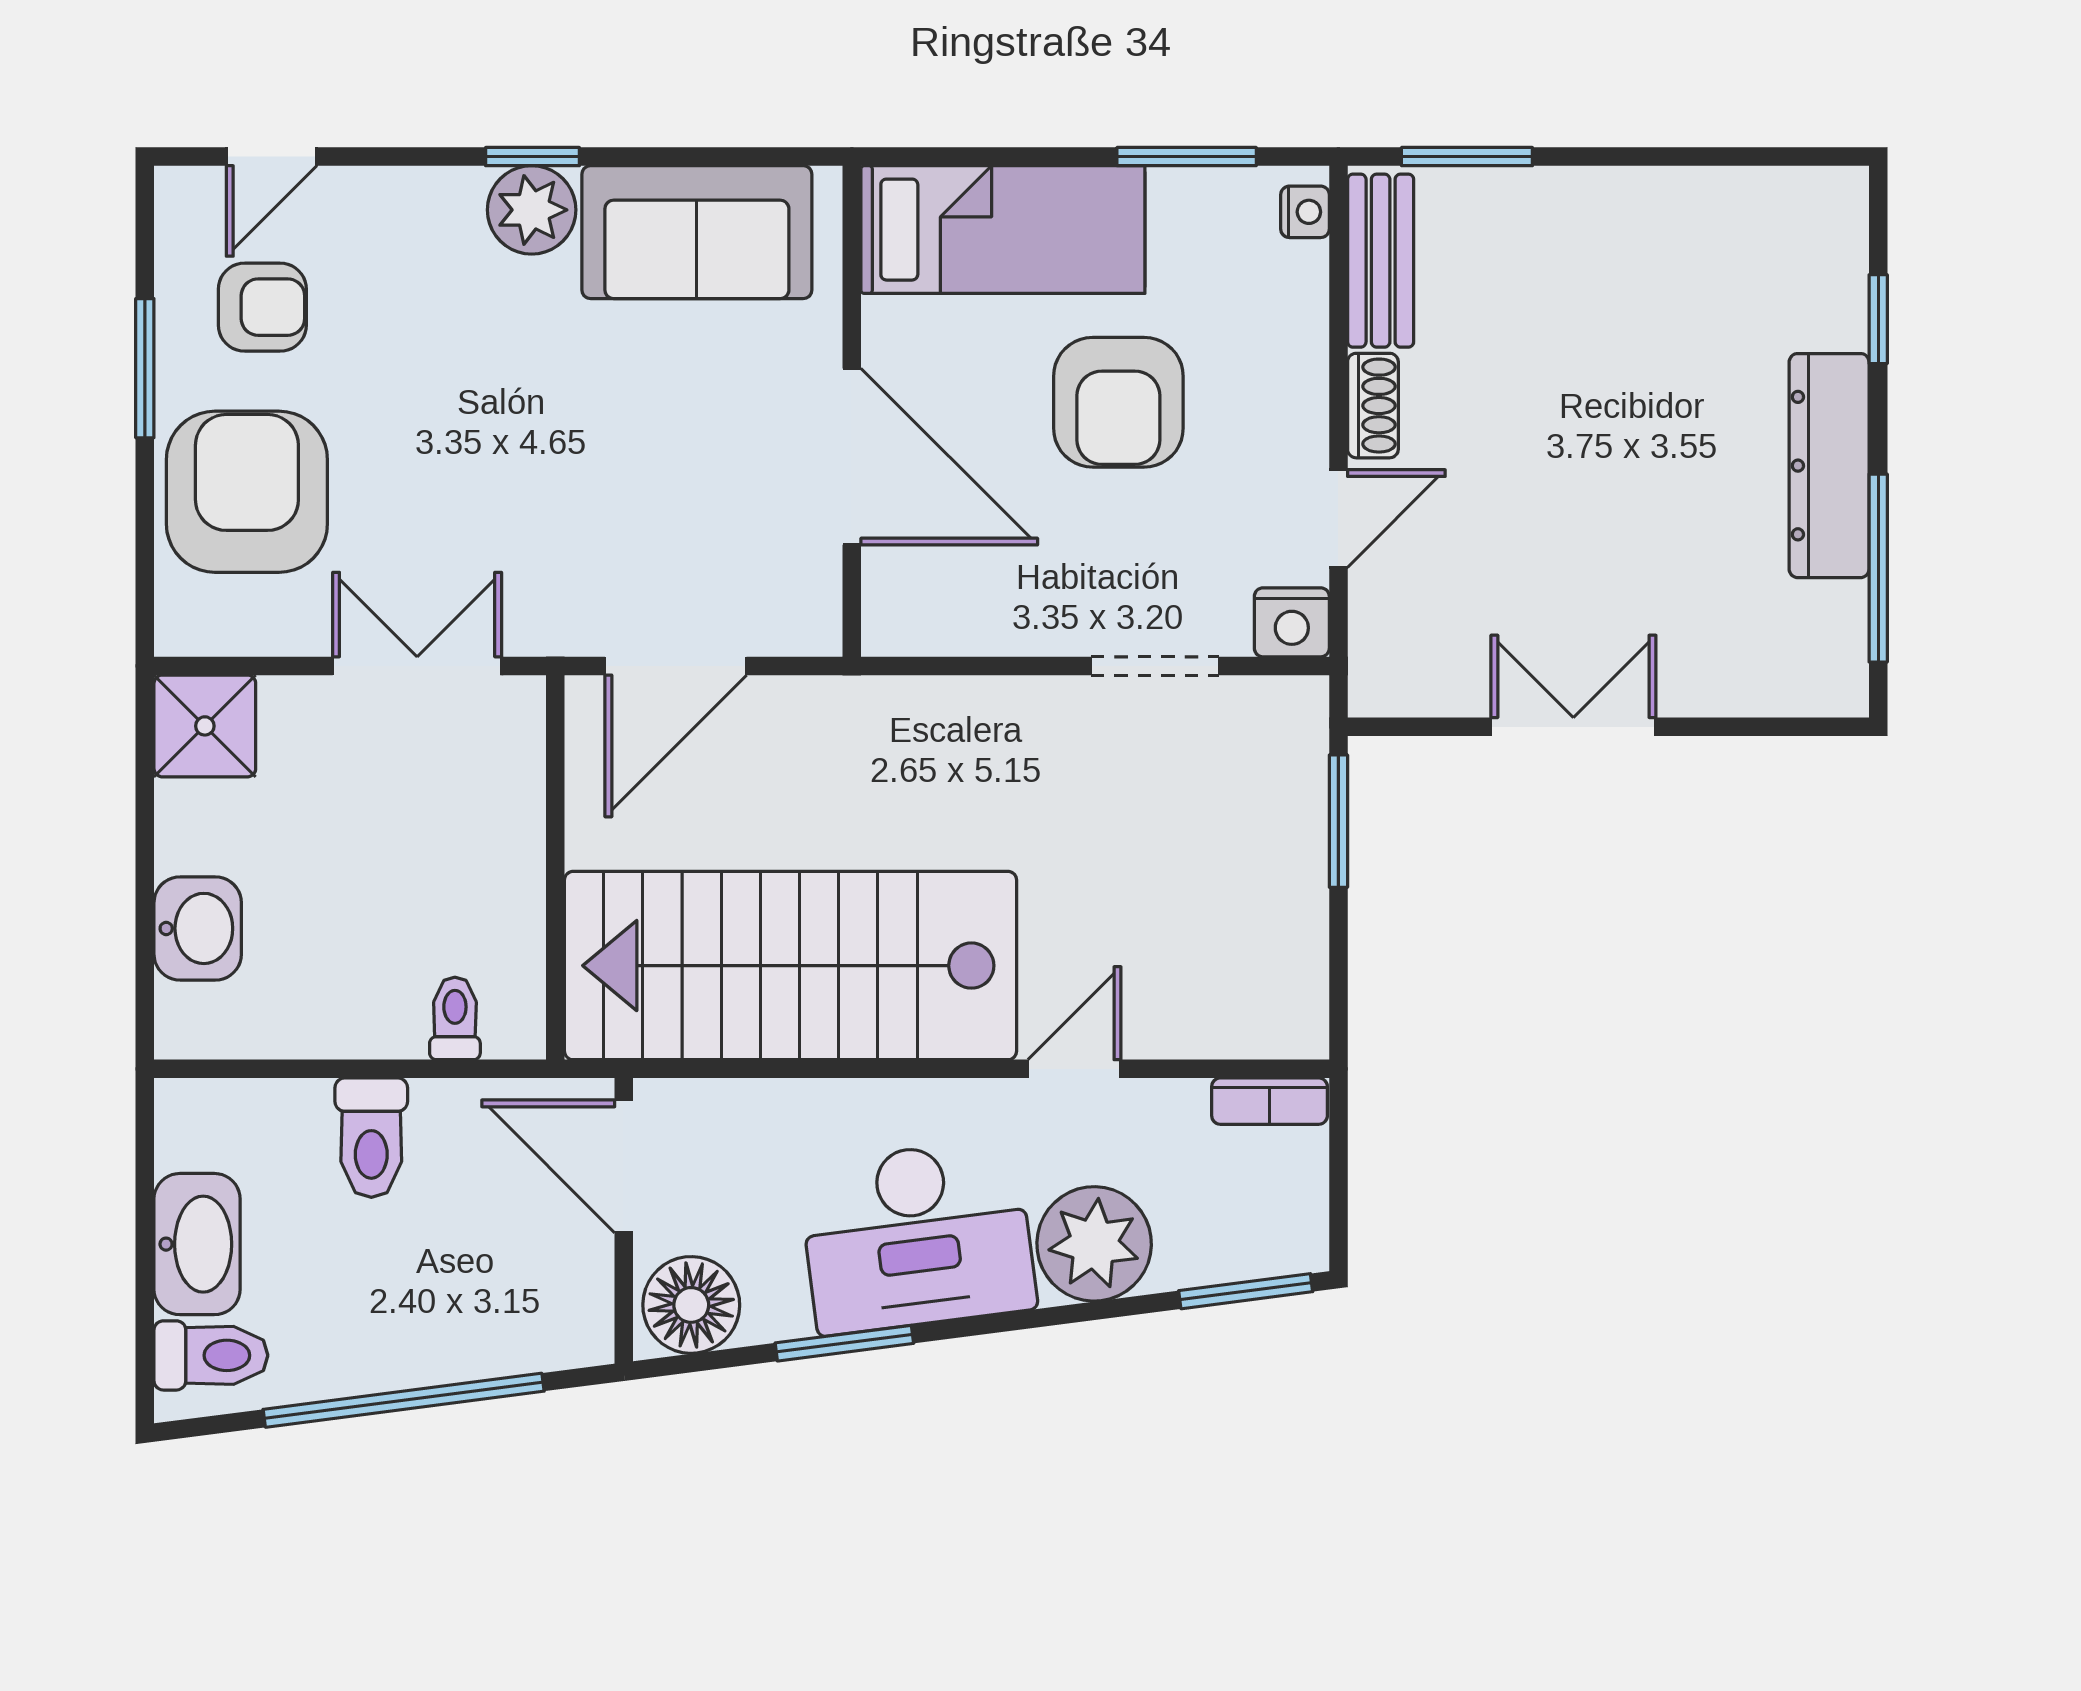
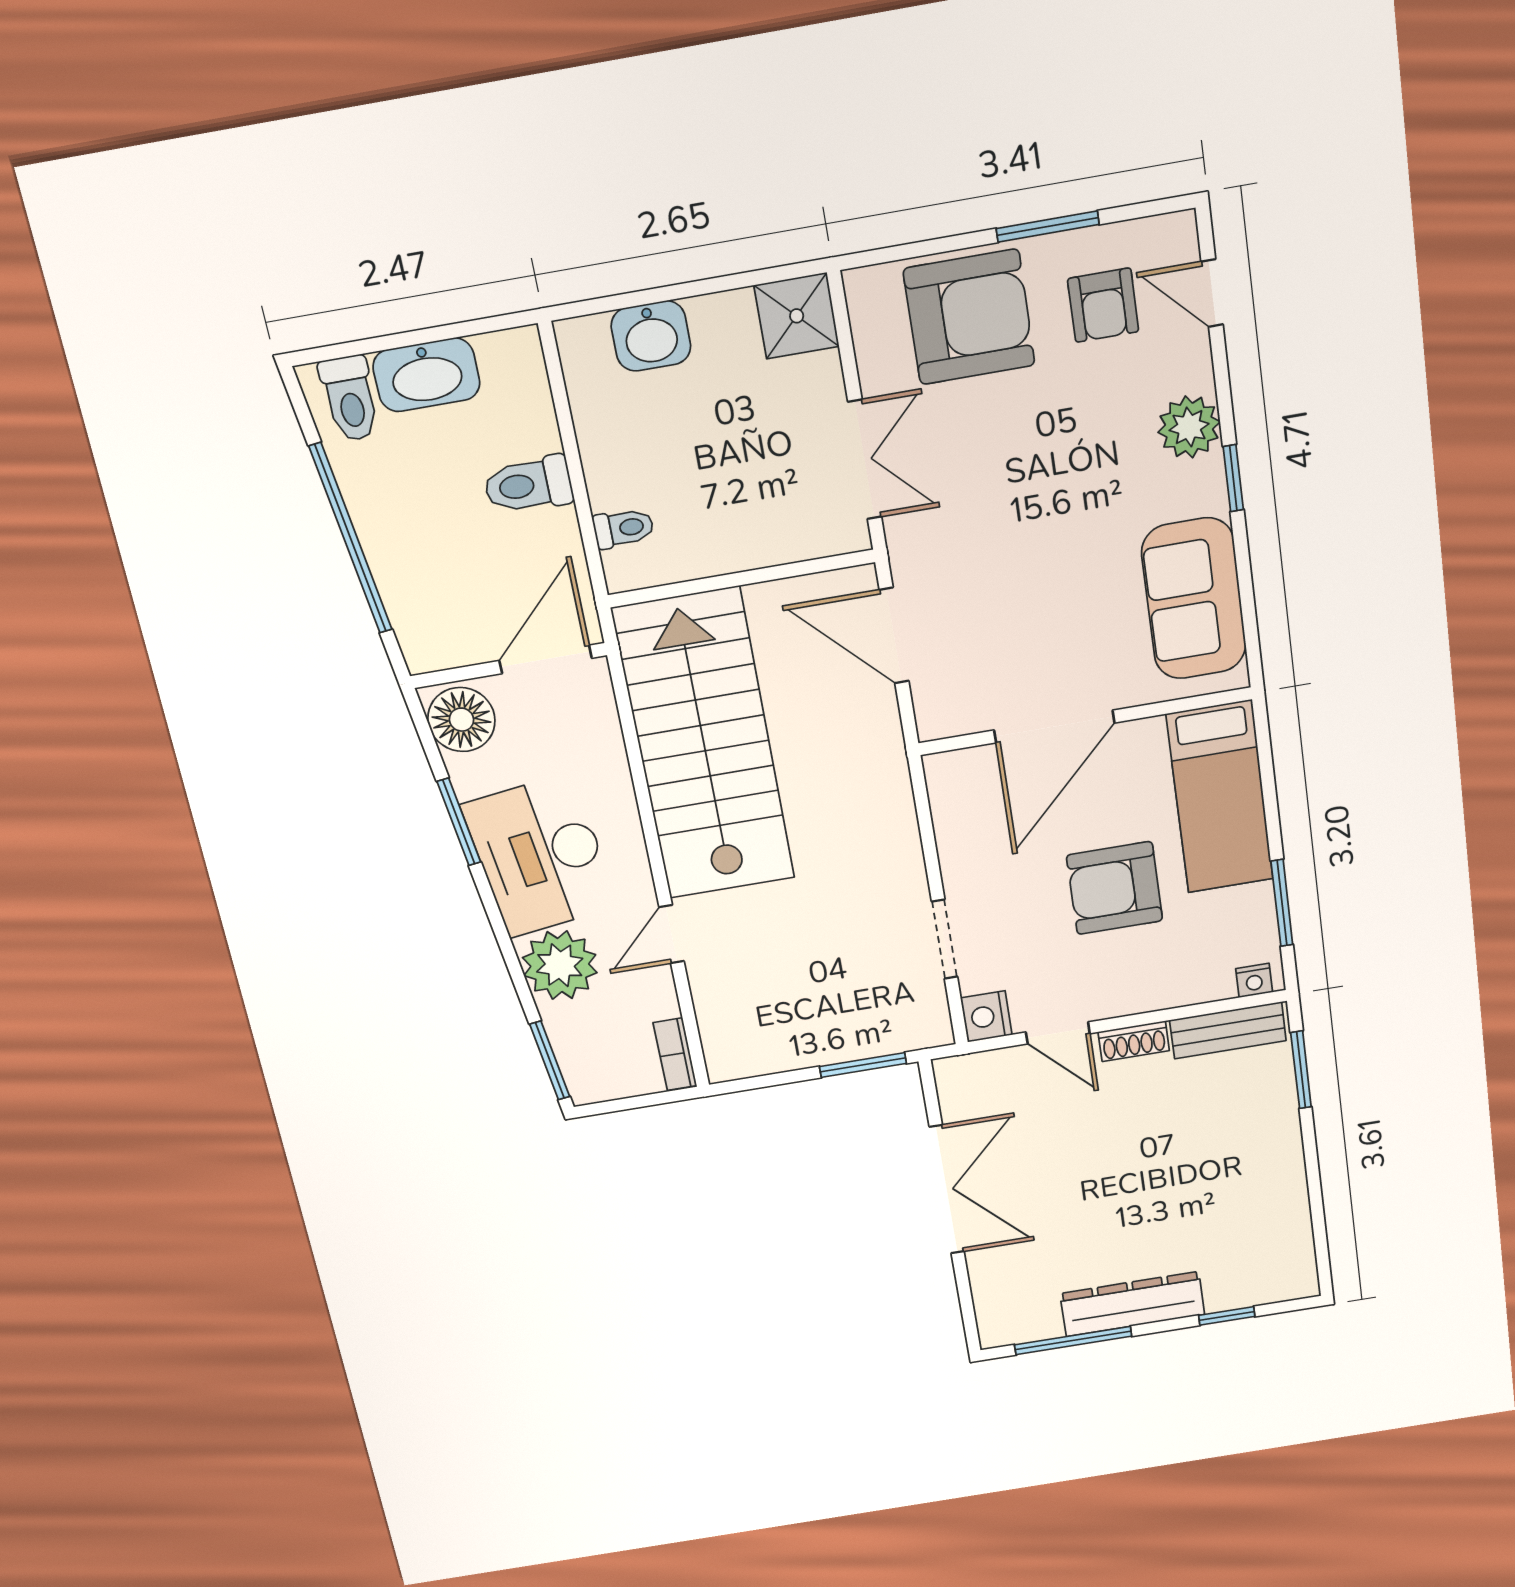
plant: (532, 210) -> (1189, 427), moved
double door: (1573, 727) -> (947, 1190), width x1.37
door: (1074, 1069) -> (672, 934), swing flipped

